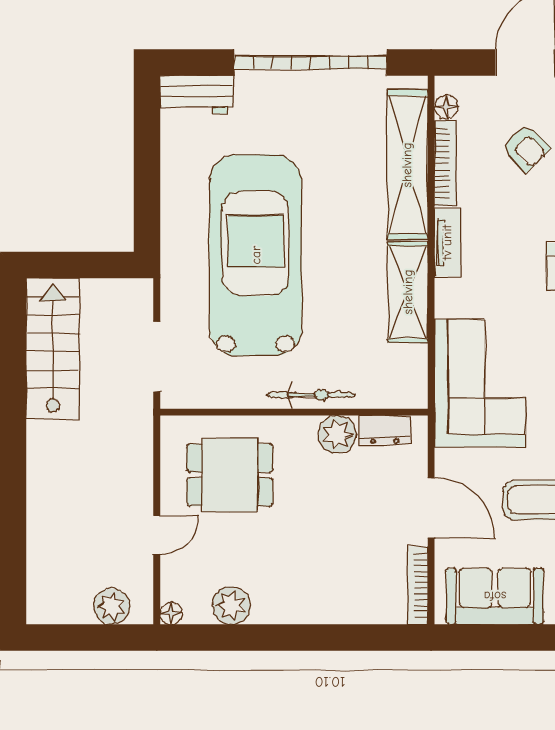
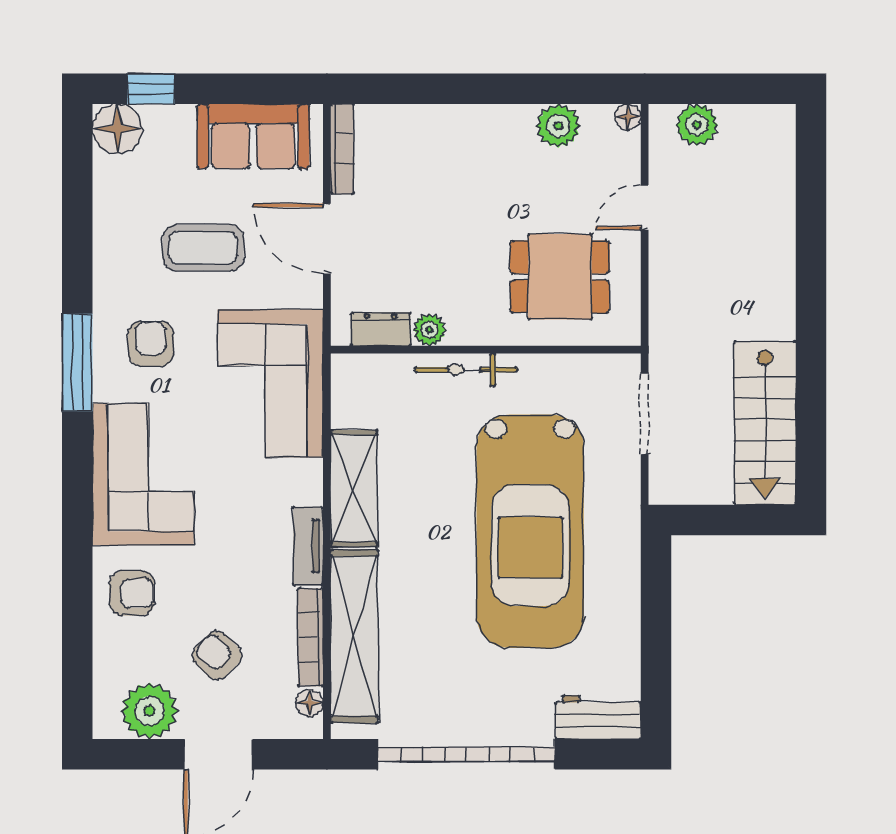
plant: (337, 434) -> (429, 330), width x0.73, depth x0.73

